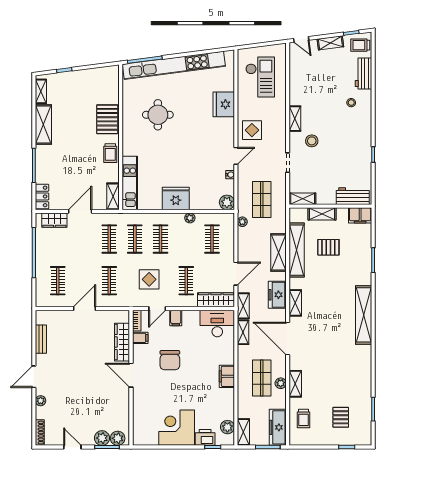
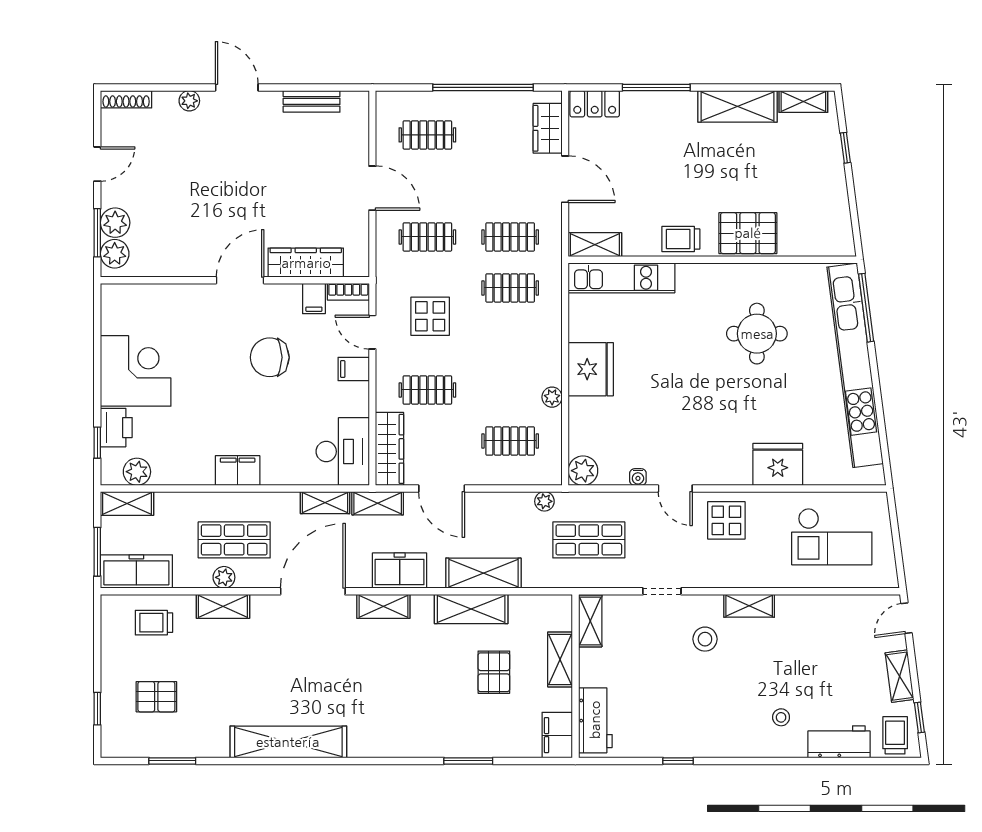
clothes rail: (161, 239) -> (510, 339), removed
shelving: (297, 250) -> (471, 609), width x0.68
shelving: (364, 315) -> (288, 742), moved

